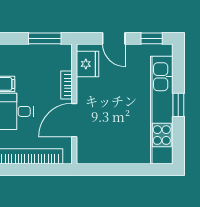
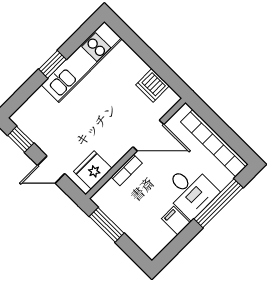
door: (114, 38) -> (51, 170), swing flipped
kitchen unit: (162, 110) -> (82, 62), width x0.73
dishwasher: (103, 154) -> (153, 85), added

